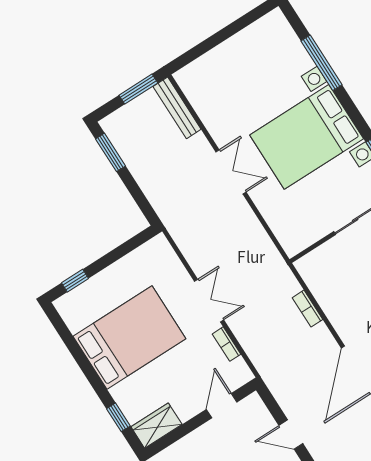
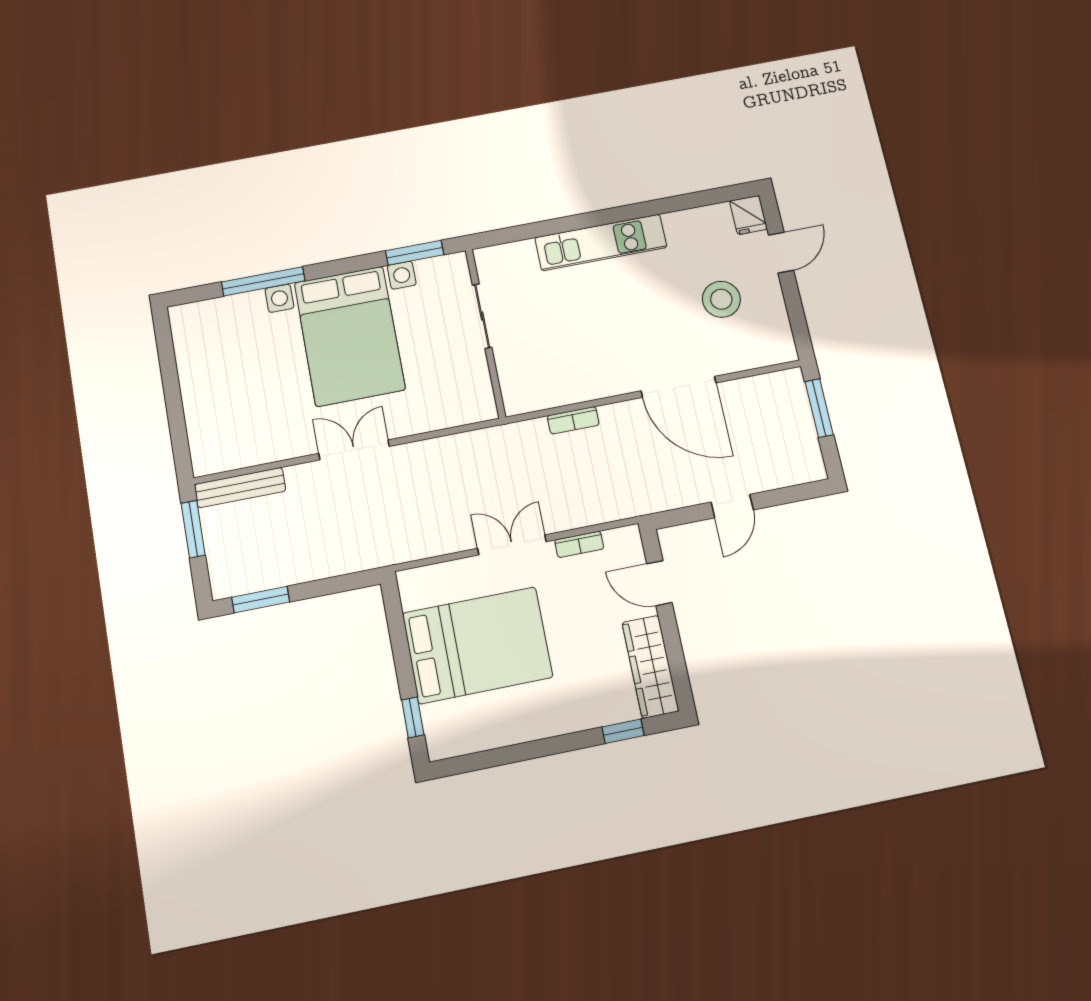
bed: (129, 338) -> (477, 645), moved, turned 90
wardrobe: (156, 426) -> (650, 667), width x1.50

